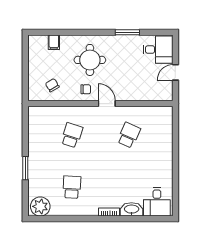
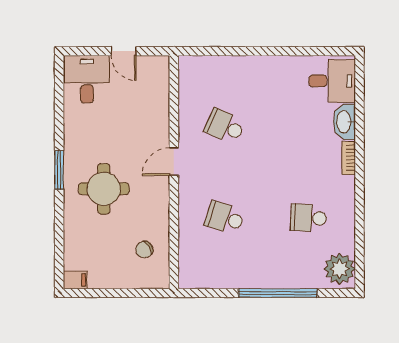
window: (127, 32) -> (59, 170), moved
filing cabinet: (54, 42) -> (75, 280), moved
chair: (86, 89) -> (151, 195), removed
window: (25, 168) -> (278, 293), width x2.11

